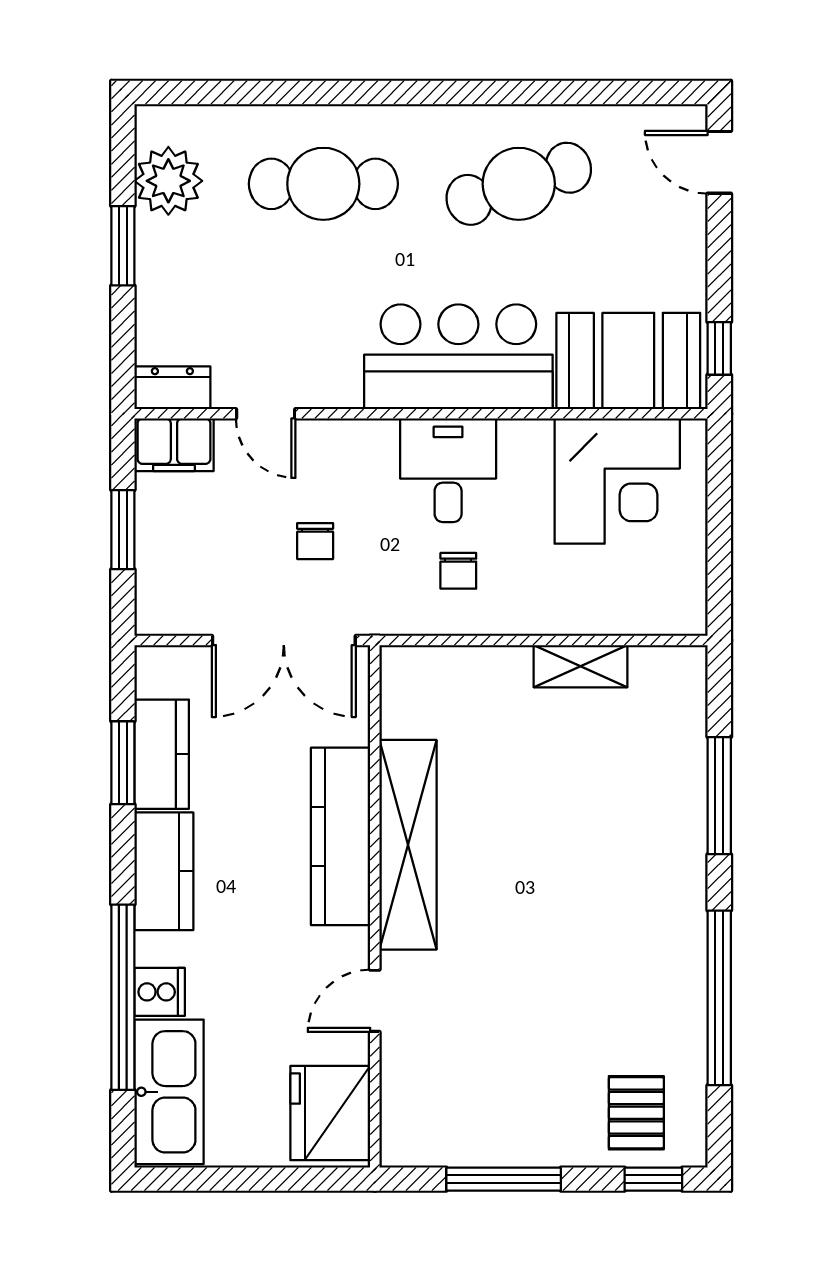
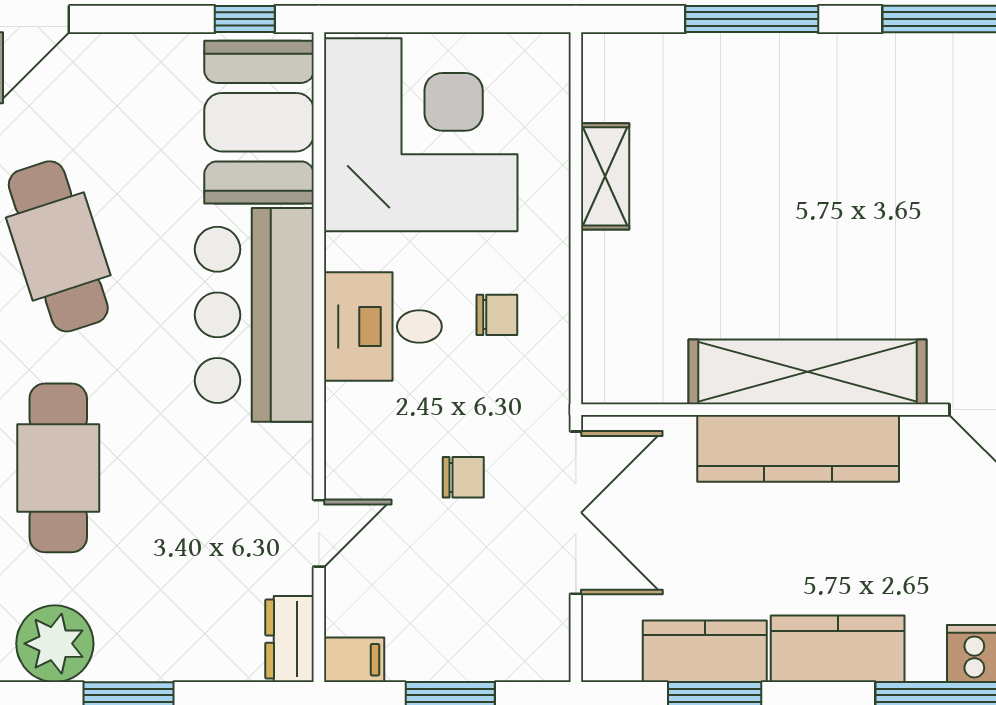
filing cabinet: (174, 445) -> (354, 660), width x0.50
corner desk: (617, 481) -> (421, 135), width x1.36, depth x1.36

